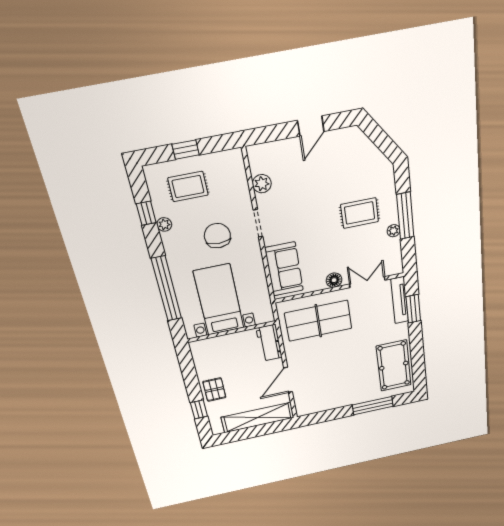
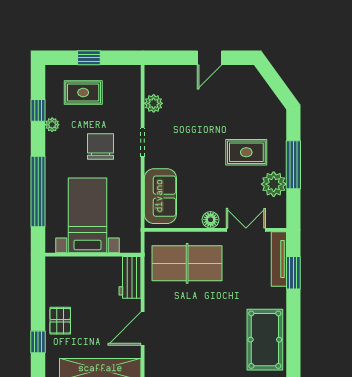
plant: (394, 231) -> (274, 184), width x1.87, depth x1.87

